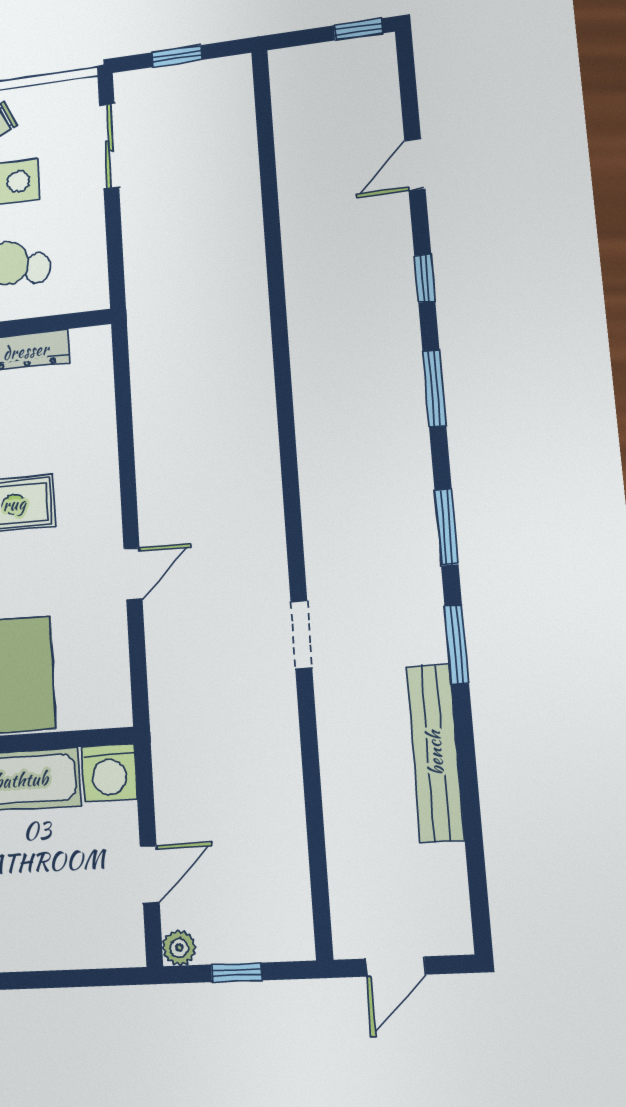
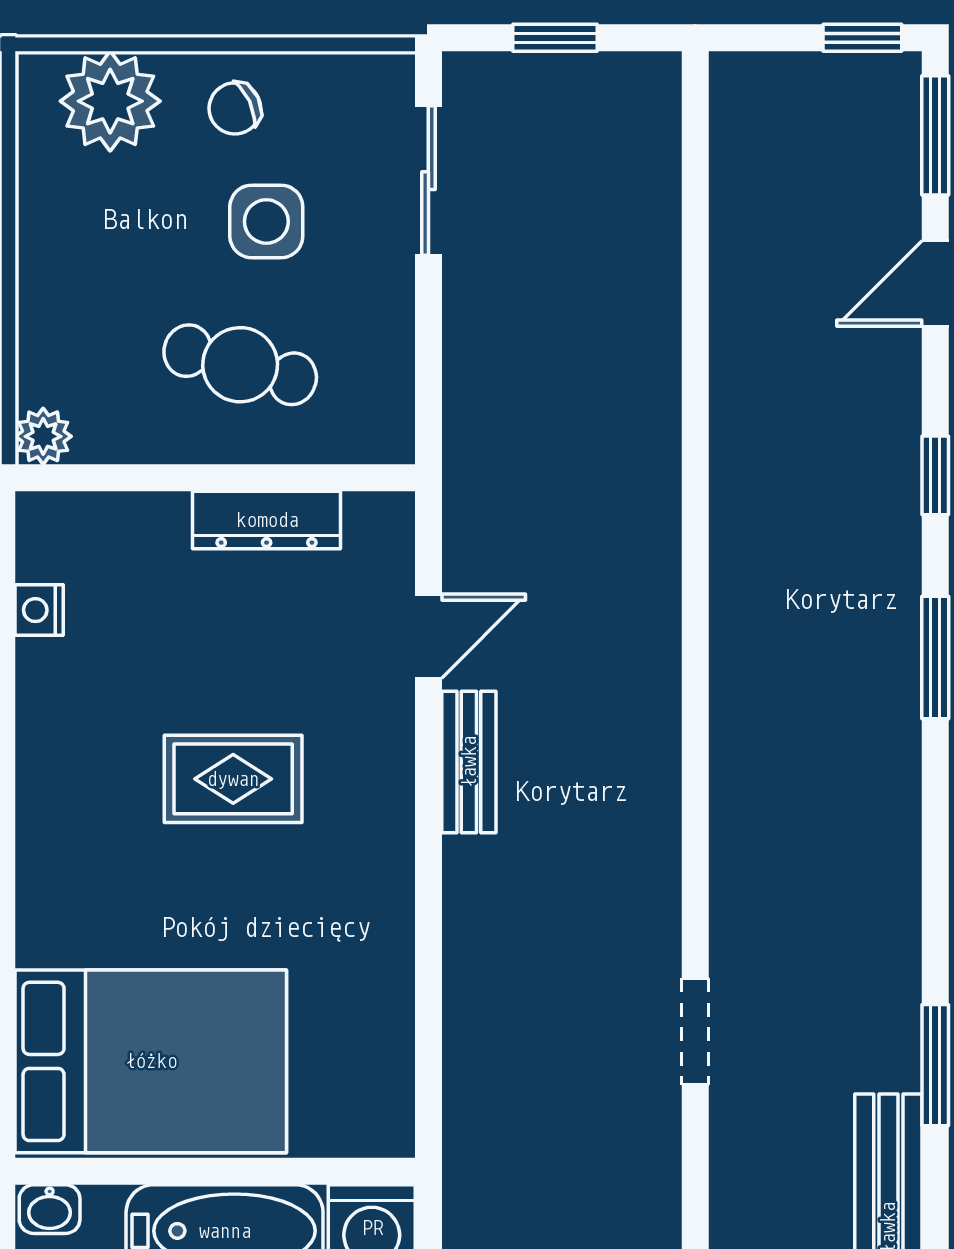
bench: (152, 481) -> (469, 762), added
window: (446, 527) -> (935, 135), moved
door: (133, 574) -> (428, 636), moved

